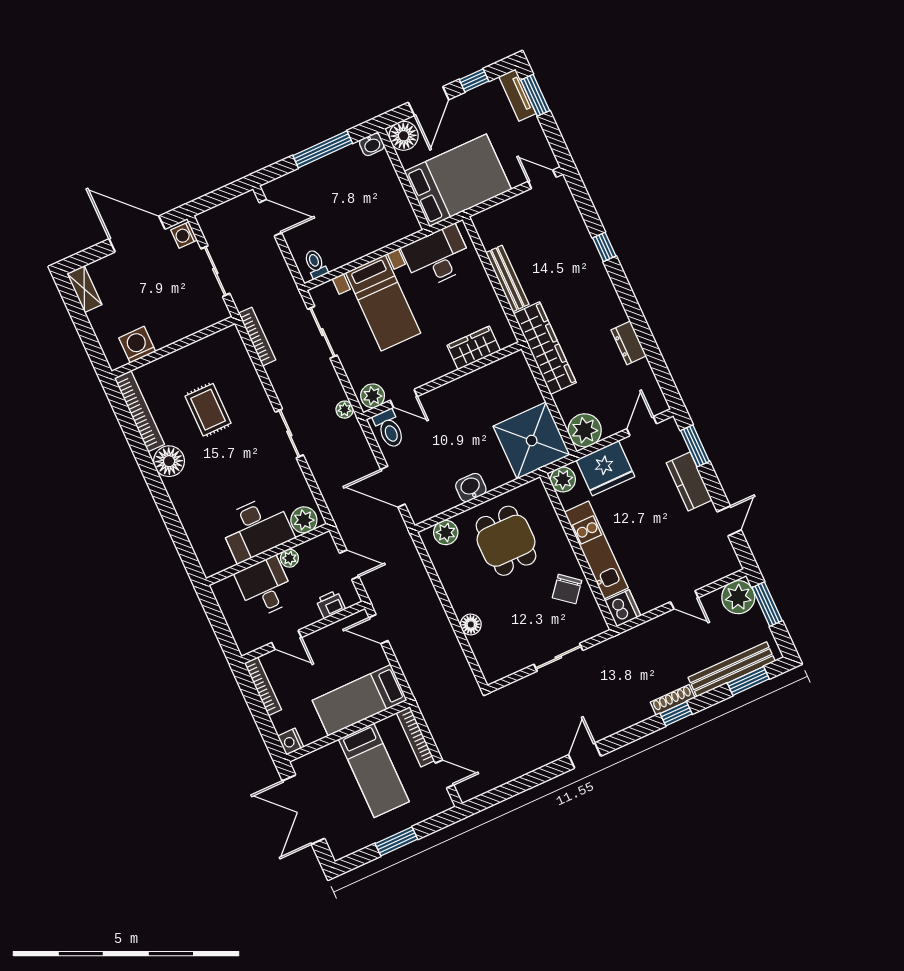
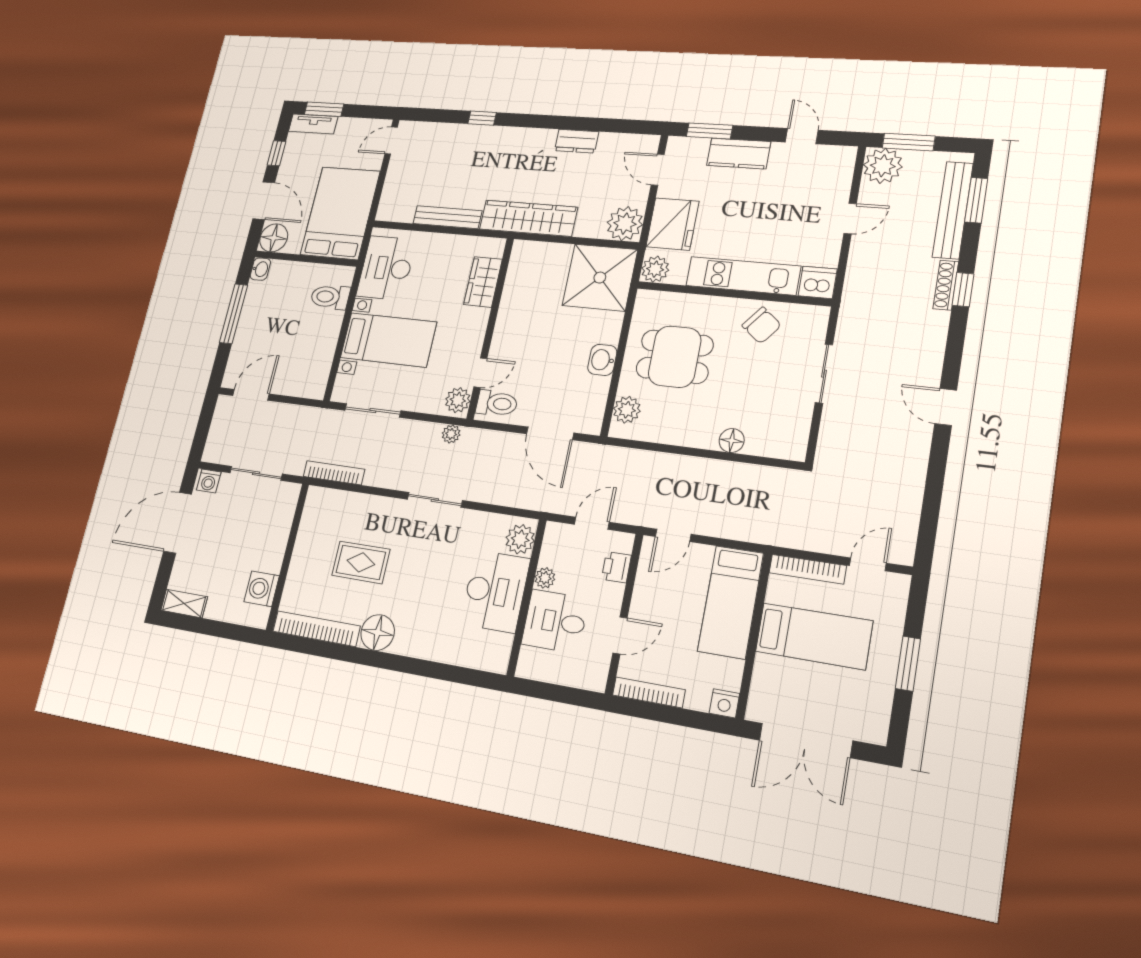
toilet: (315, 264) -> (330, 297), moved, width x1.37, depth x1.39
door: (393, 487) -> (550, 433), hinge flipped

